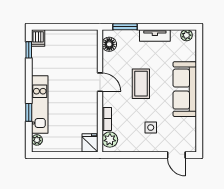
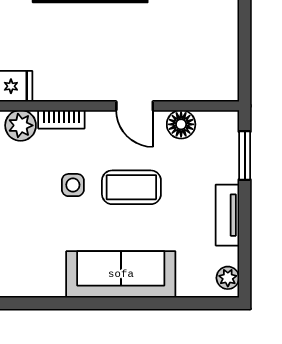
floor lamp: (109, 44) -> (181, 124), moved
door: (100, 82) -> (135, 106), hinge flipped
side table: (151, 128) -> (73, 185), moved

